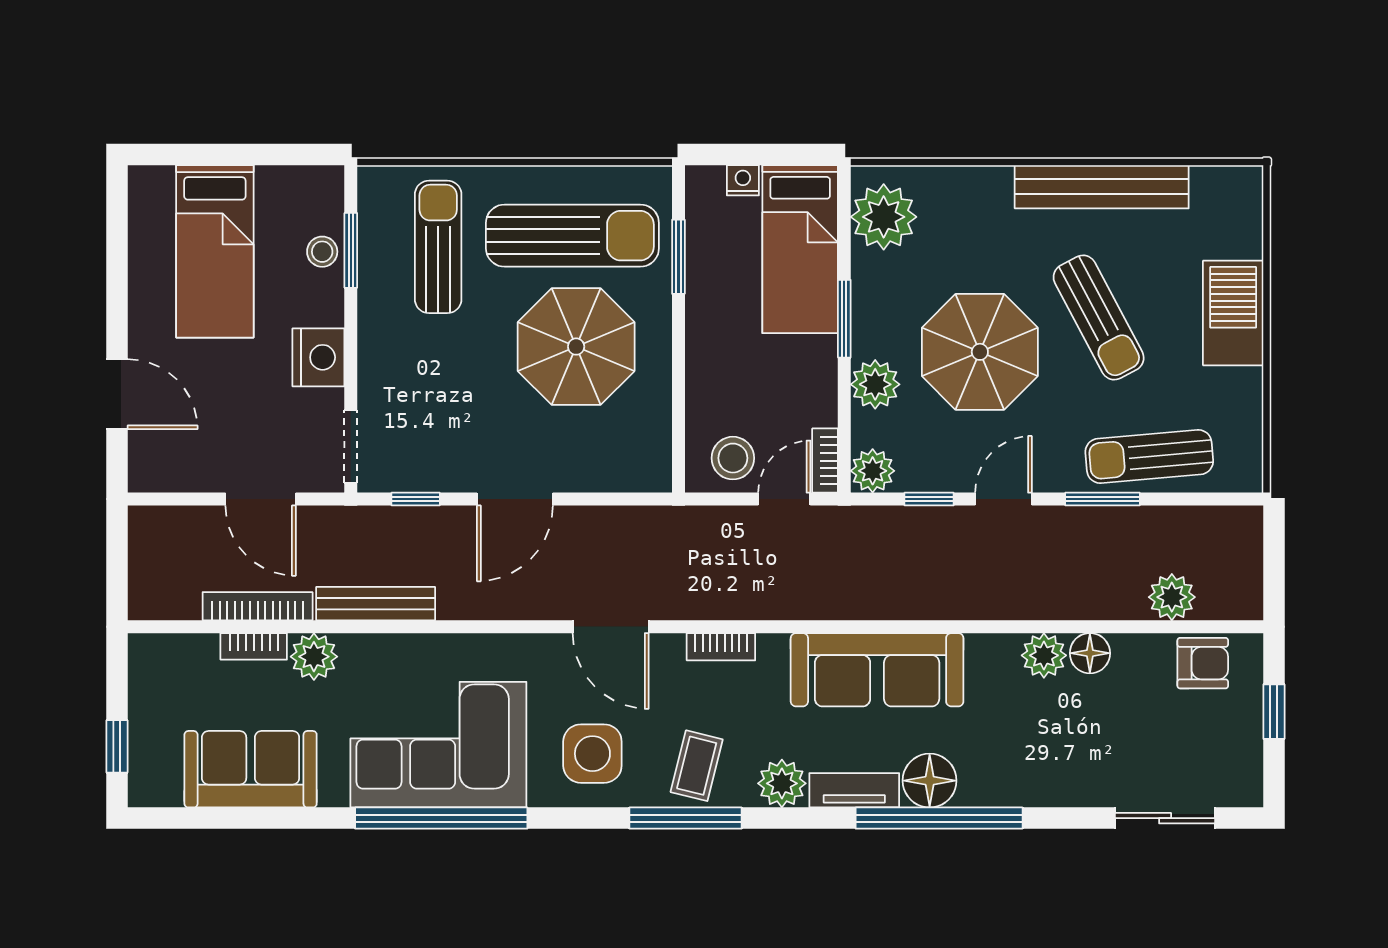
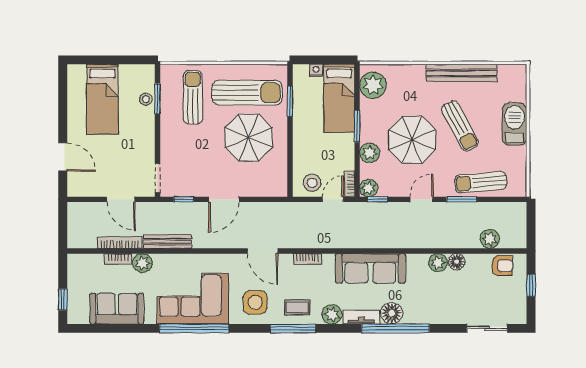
nightstand: (318, 357) -> (144, 142), removed
window: (929, 499) -> (377, 199), moved
coffee table: (697, 766) -> (297, 307), turned 76

